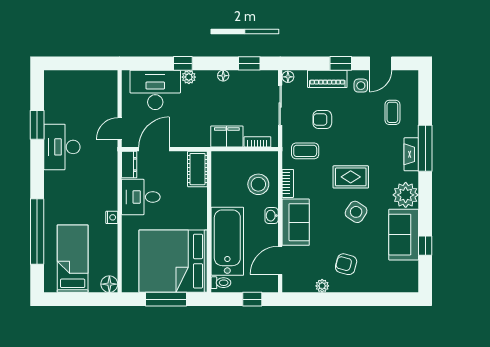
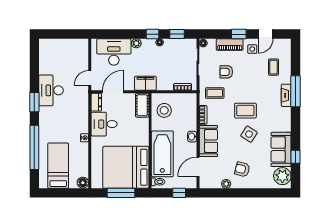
window: (183, 63) -> (153, 34), moved
window: (37, 125) -> (34, 102), moved
filing cabinet: (227, 136) -> (145, 83), moved
stool: (258, 184) -> (164, 110), moved
plant: (406, 195) -> (282, 176), moved

